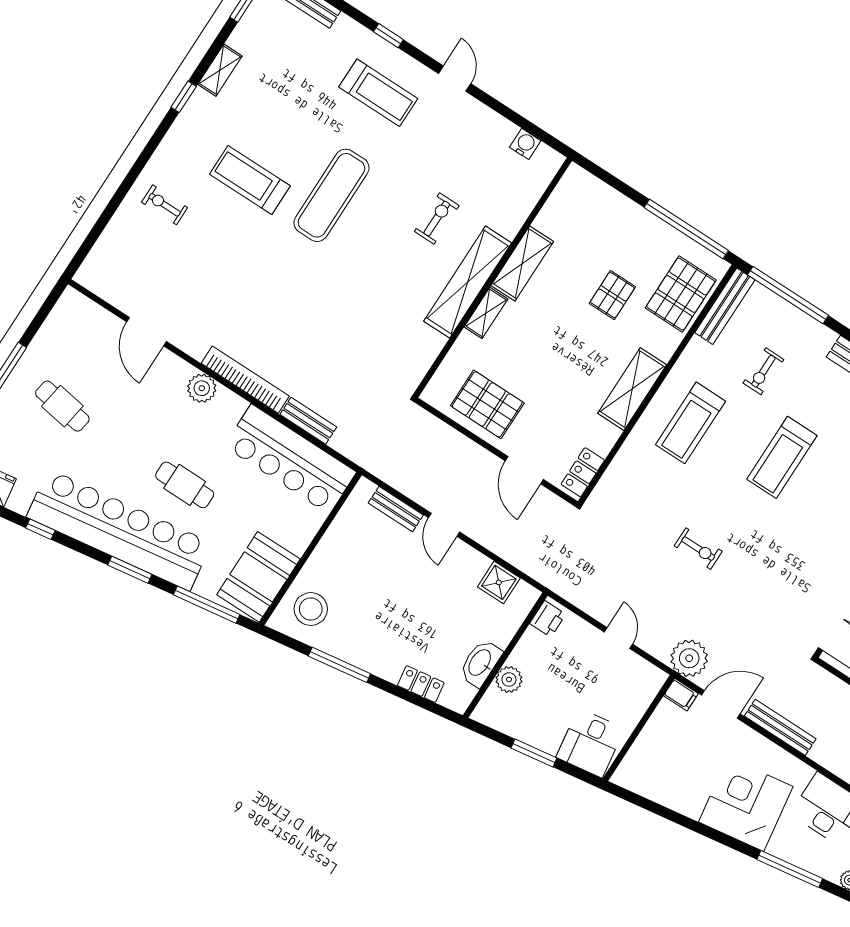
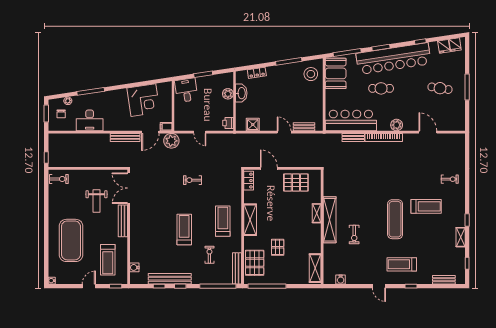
shelving: (522, 263) -> (315, 268), moved
corner desk: (746, 804) -> (143, 100), moved

